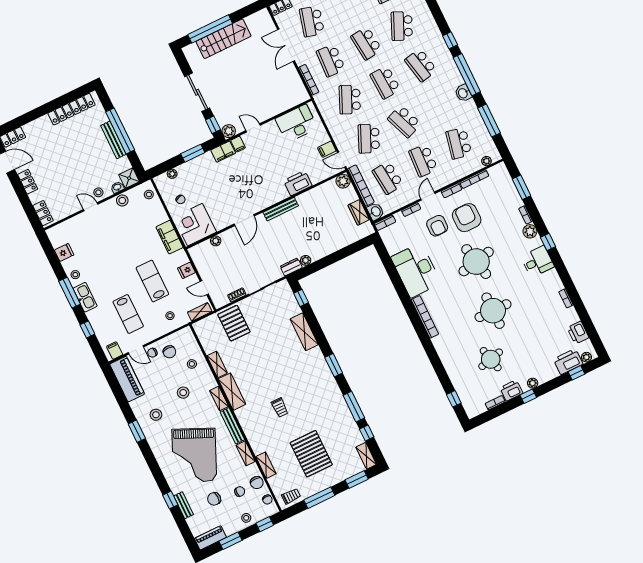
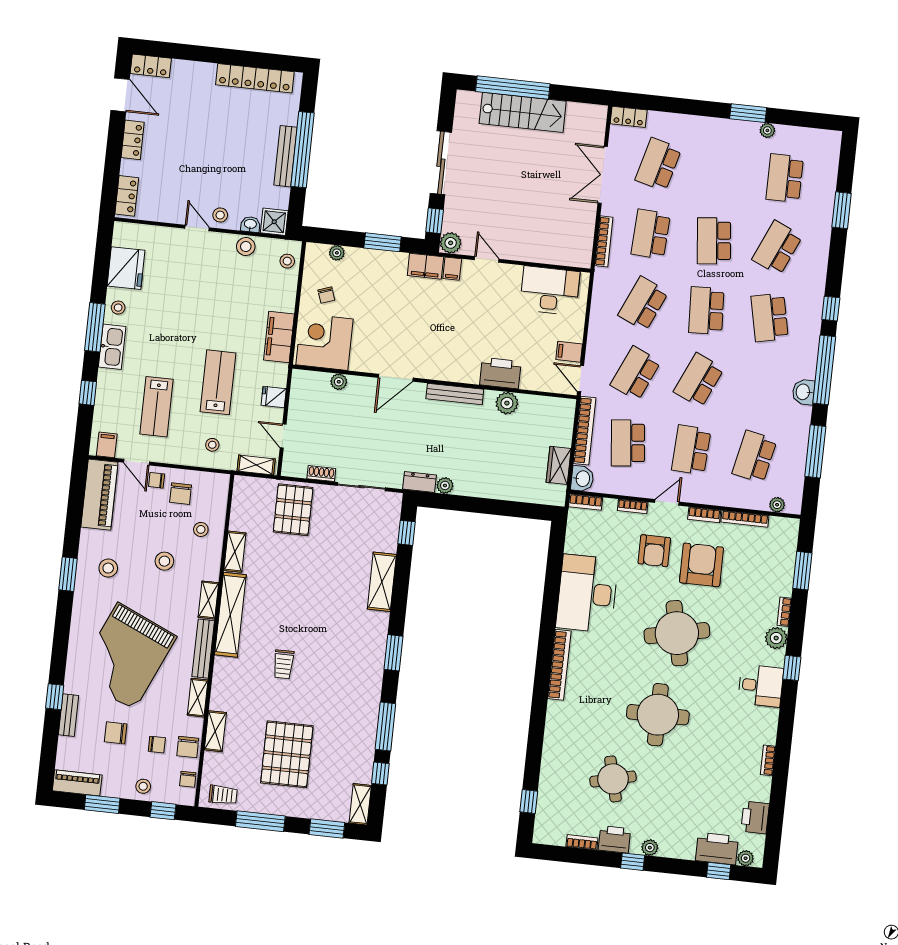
school desk: (404, 121) -> (699, 380), turned 45
plant: (343, 181) -> (507, 403), moved
fridge: (64, 253) -> (126, 268), width x1.88, depth x1.34
shelving: (232, 392) -> (230, 615), width x1.47

